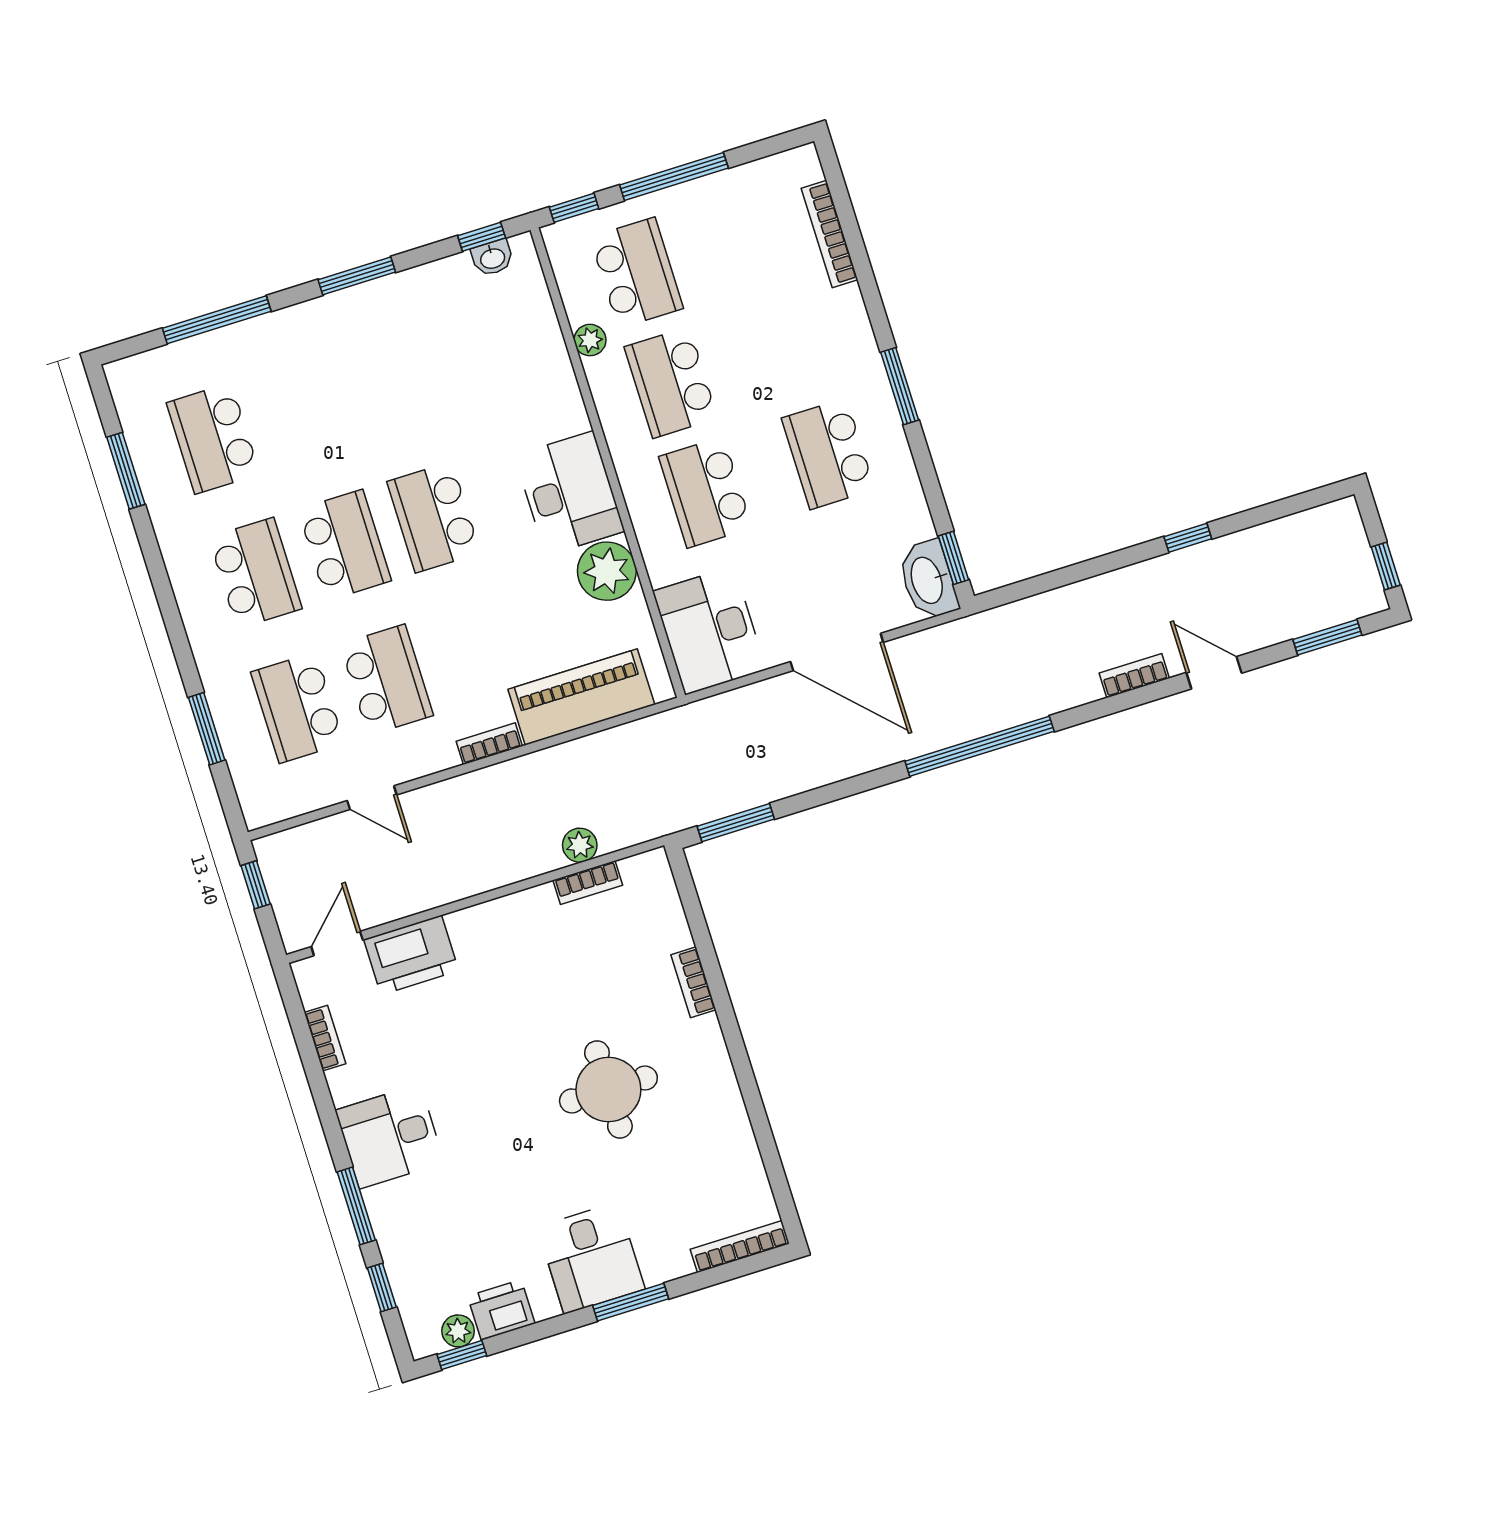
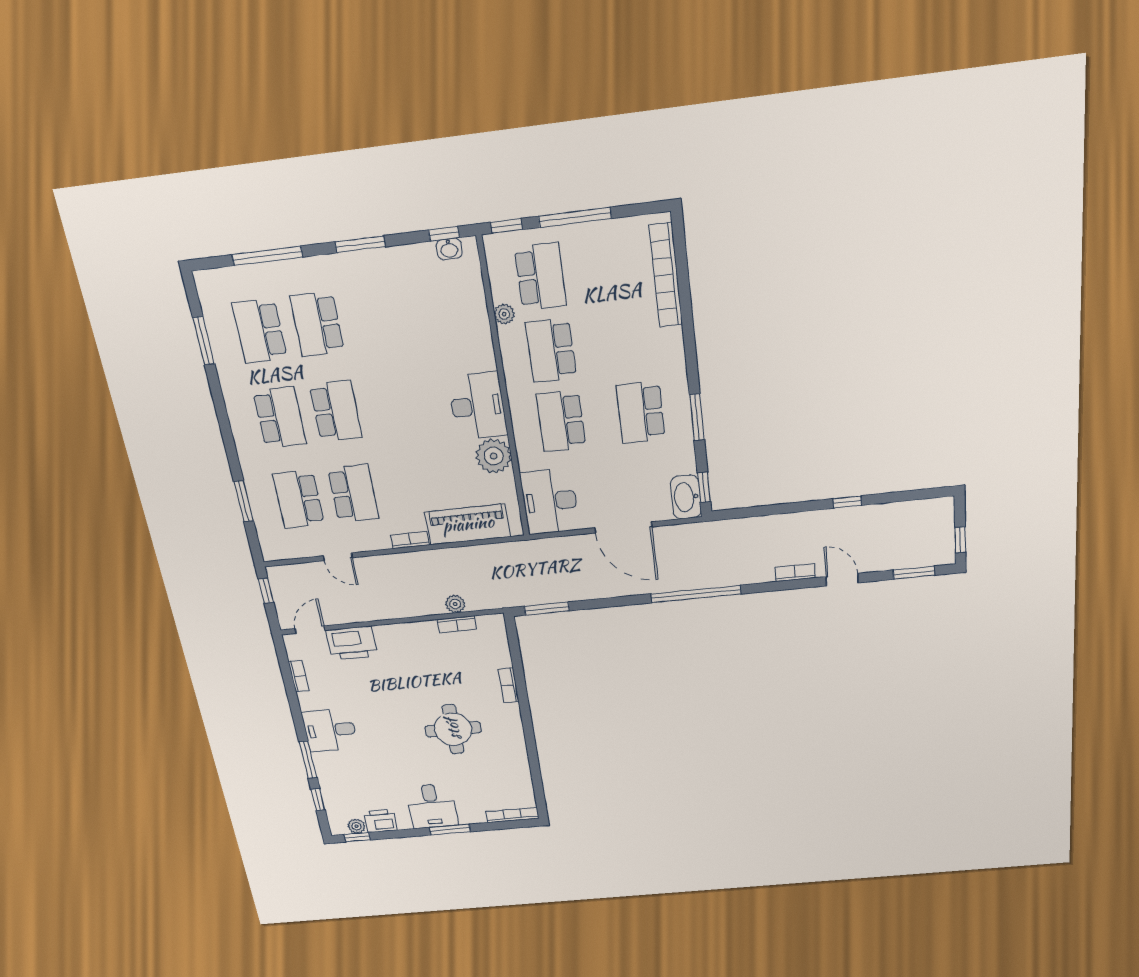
bookcase: (830, 234) -> (666, 275), width x1.48, depth x1.31
window: (900, 386) -> (697, 417), moved
school desk: (434, 517) -> (317, 324), moved

